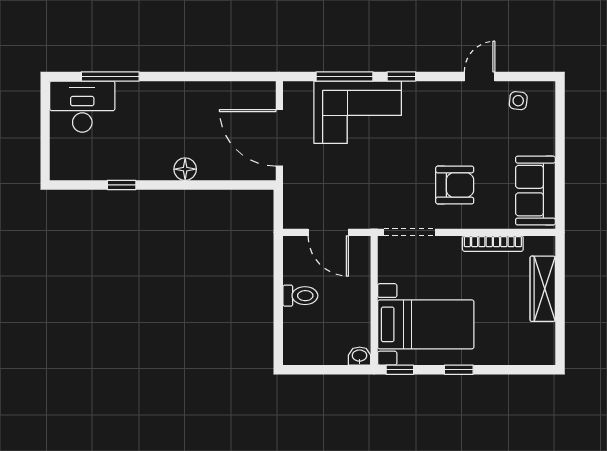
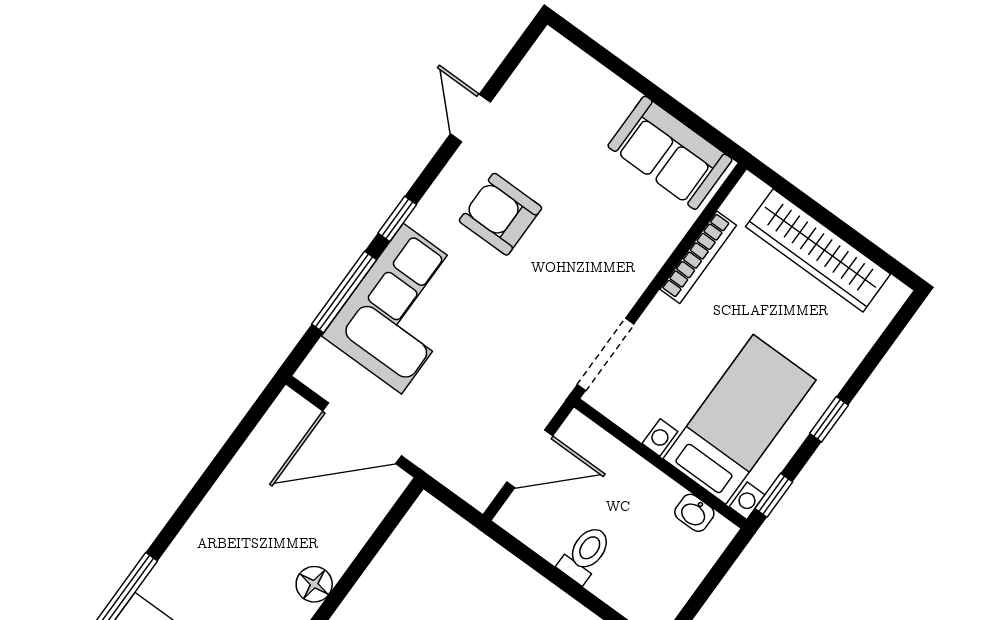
side table: (518, 101) -> (538, 91), removed
armchair: (455, 185) -> (500, 214), moved, turned -90
wardrobe: (543, 289) -> (818, 250), width x1.40, depth x1.17
washbasin: (360, 356) -> (694, 513), moved, turned -90

